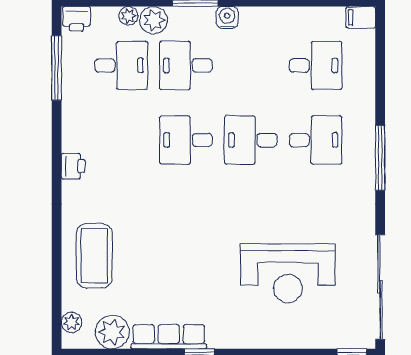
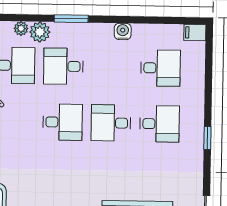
water cooler: (227, 17) -> (123, 31), moved
desk: (186, 140) -> (62, 122), turned 180
window: (380, 158) -> (207, 138), width x0.46

